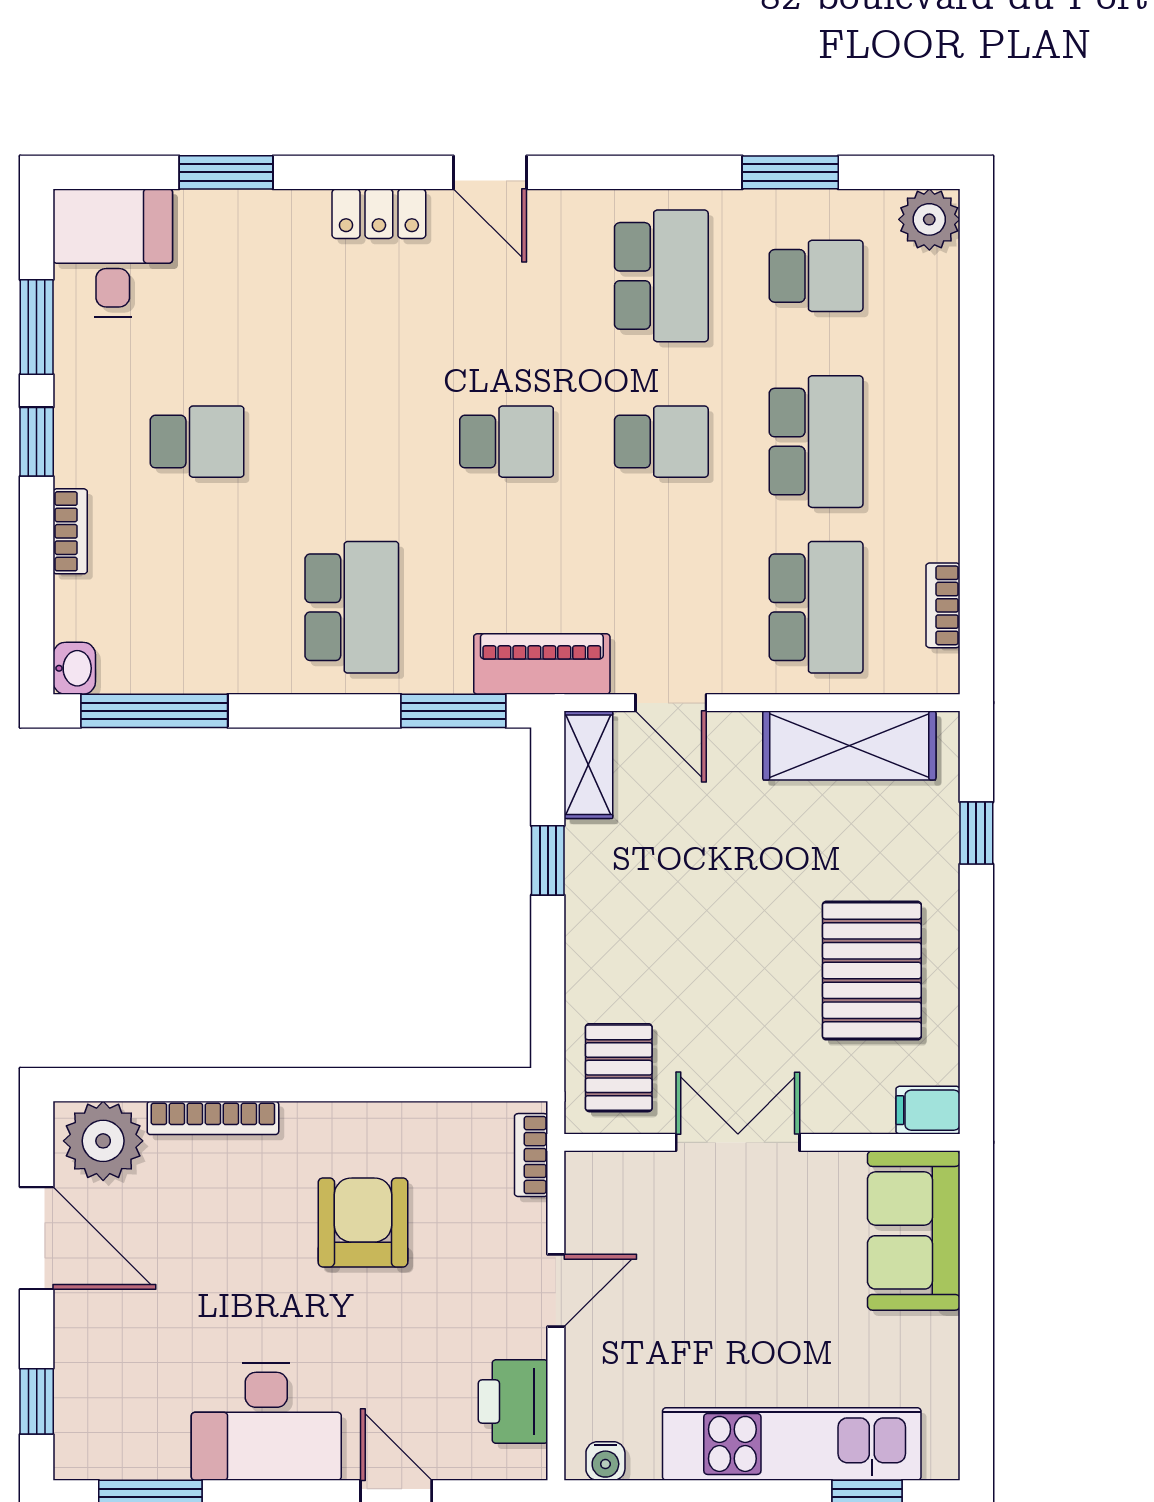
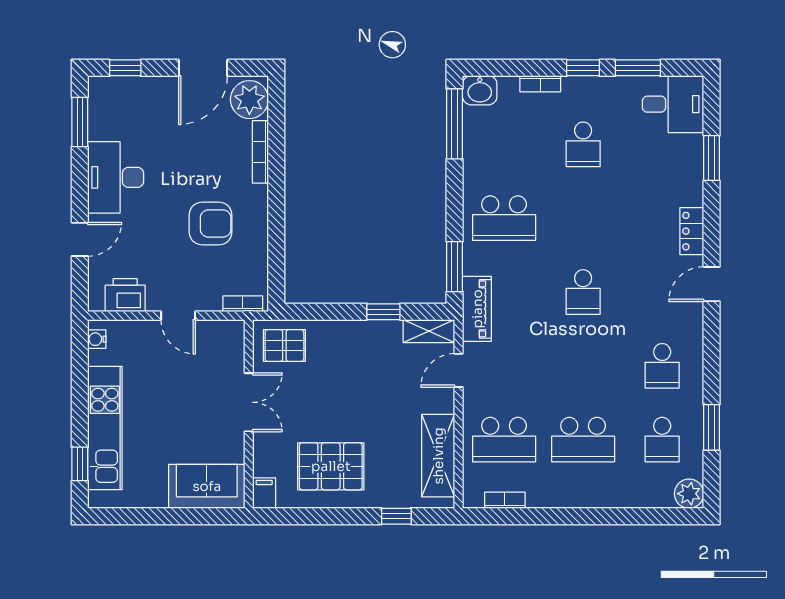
school desk: (661, 276) -> (662, 366), width x0.54
school desk: (661, 442) -> (583, 366), removed
washbasin: (74, 668) -> (480, 90), width x1.38, depth x1.45

